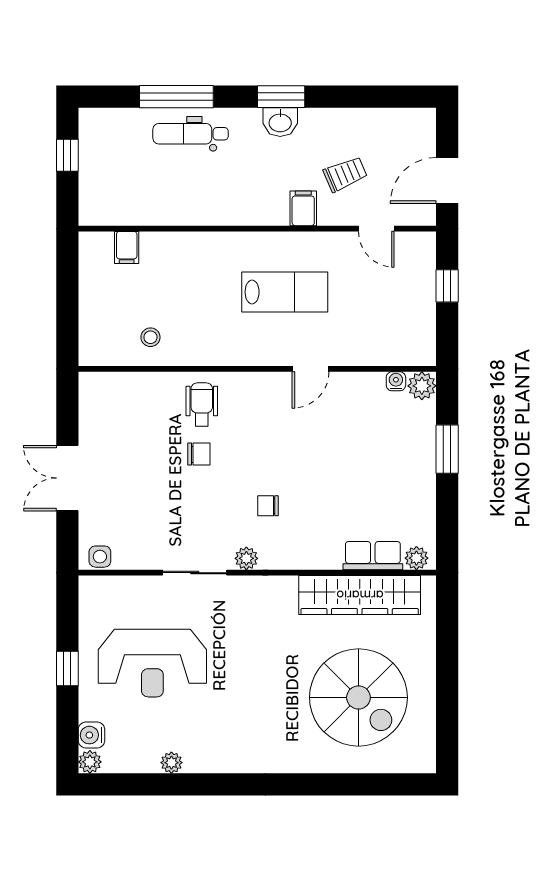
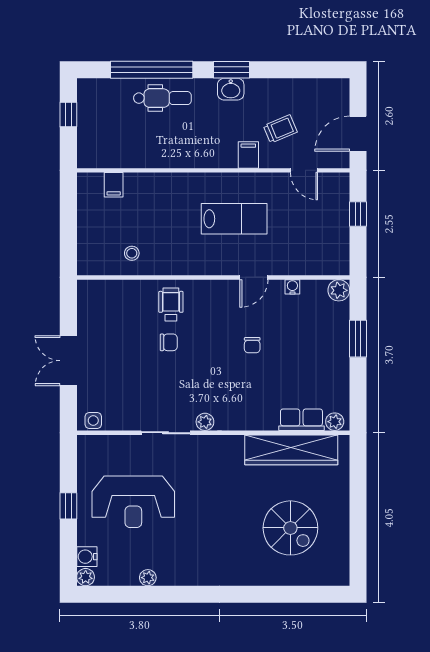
window: (176, 97) -> (152, 70), width x1.46
dental chair: (191, 134) -> (162, 98), turned 180
water cooler: (396, 381) -> (292, 287), moved
chair: (268, 506) -> (252, 345), moved, turned -90
spiral stairs: (358, 697) -> (290, 528), width x0.73, depth x0.73

